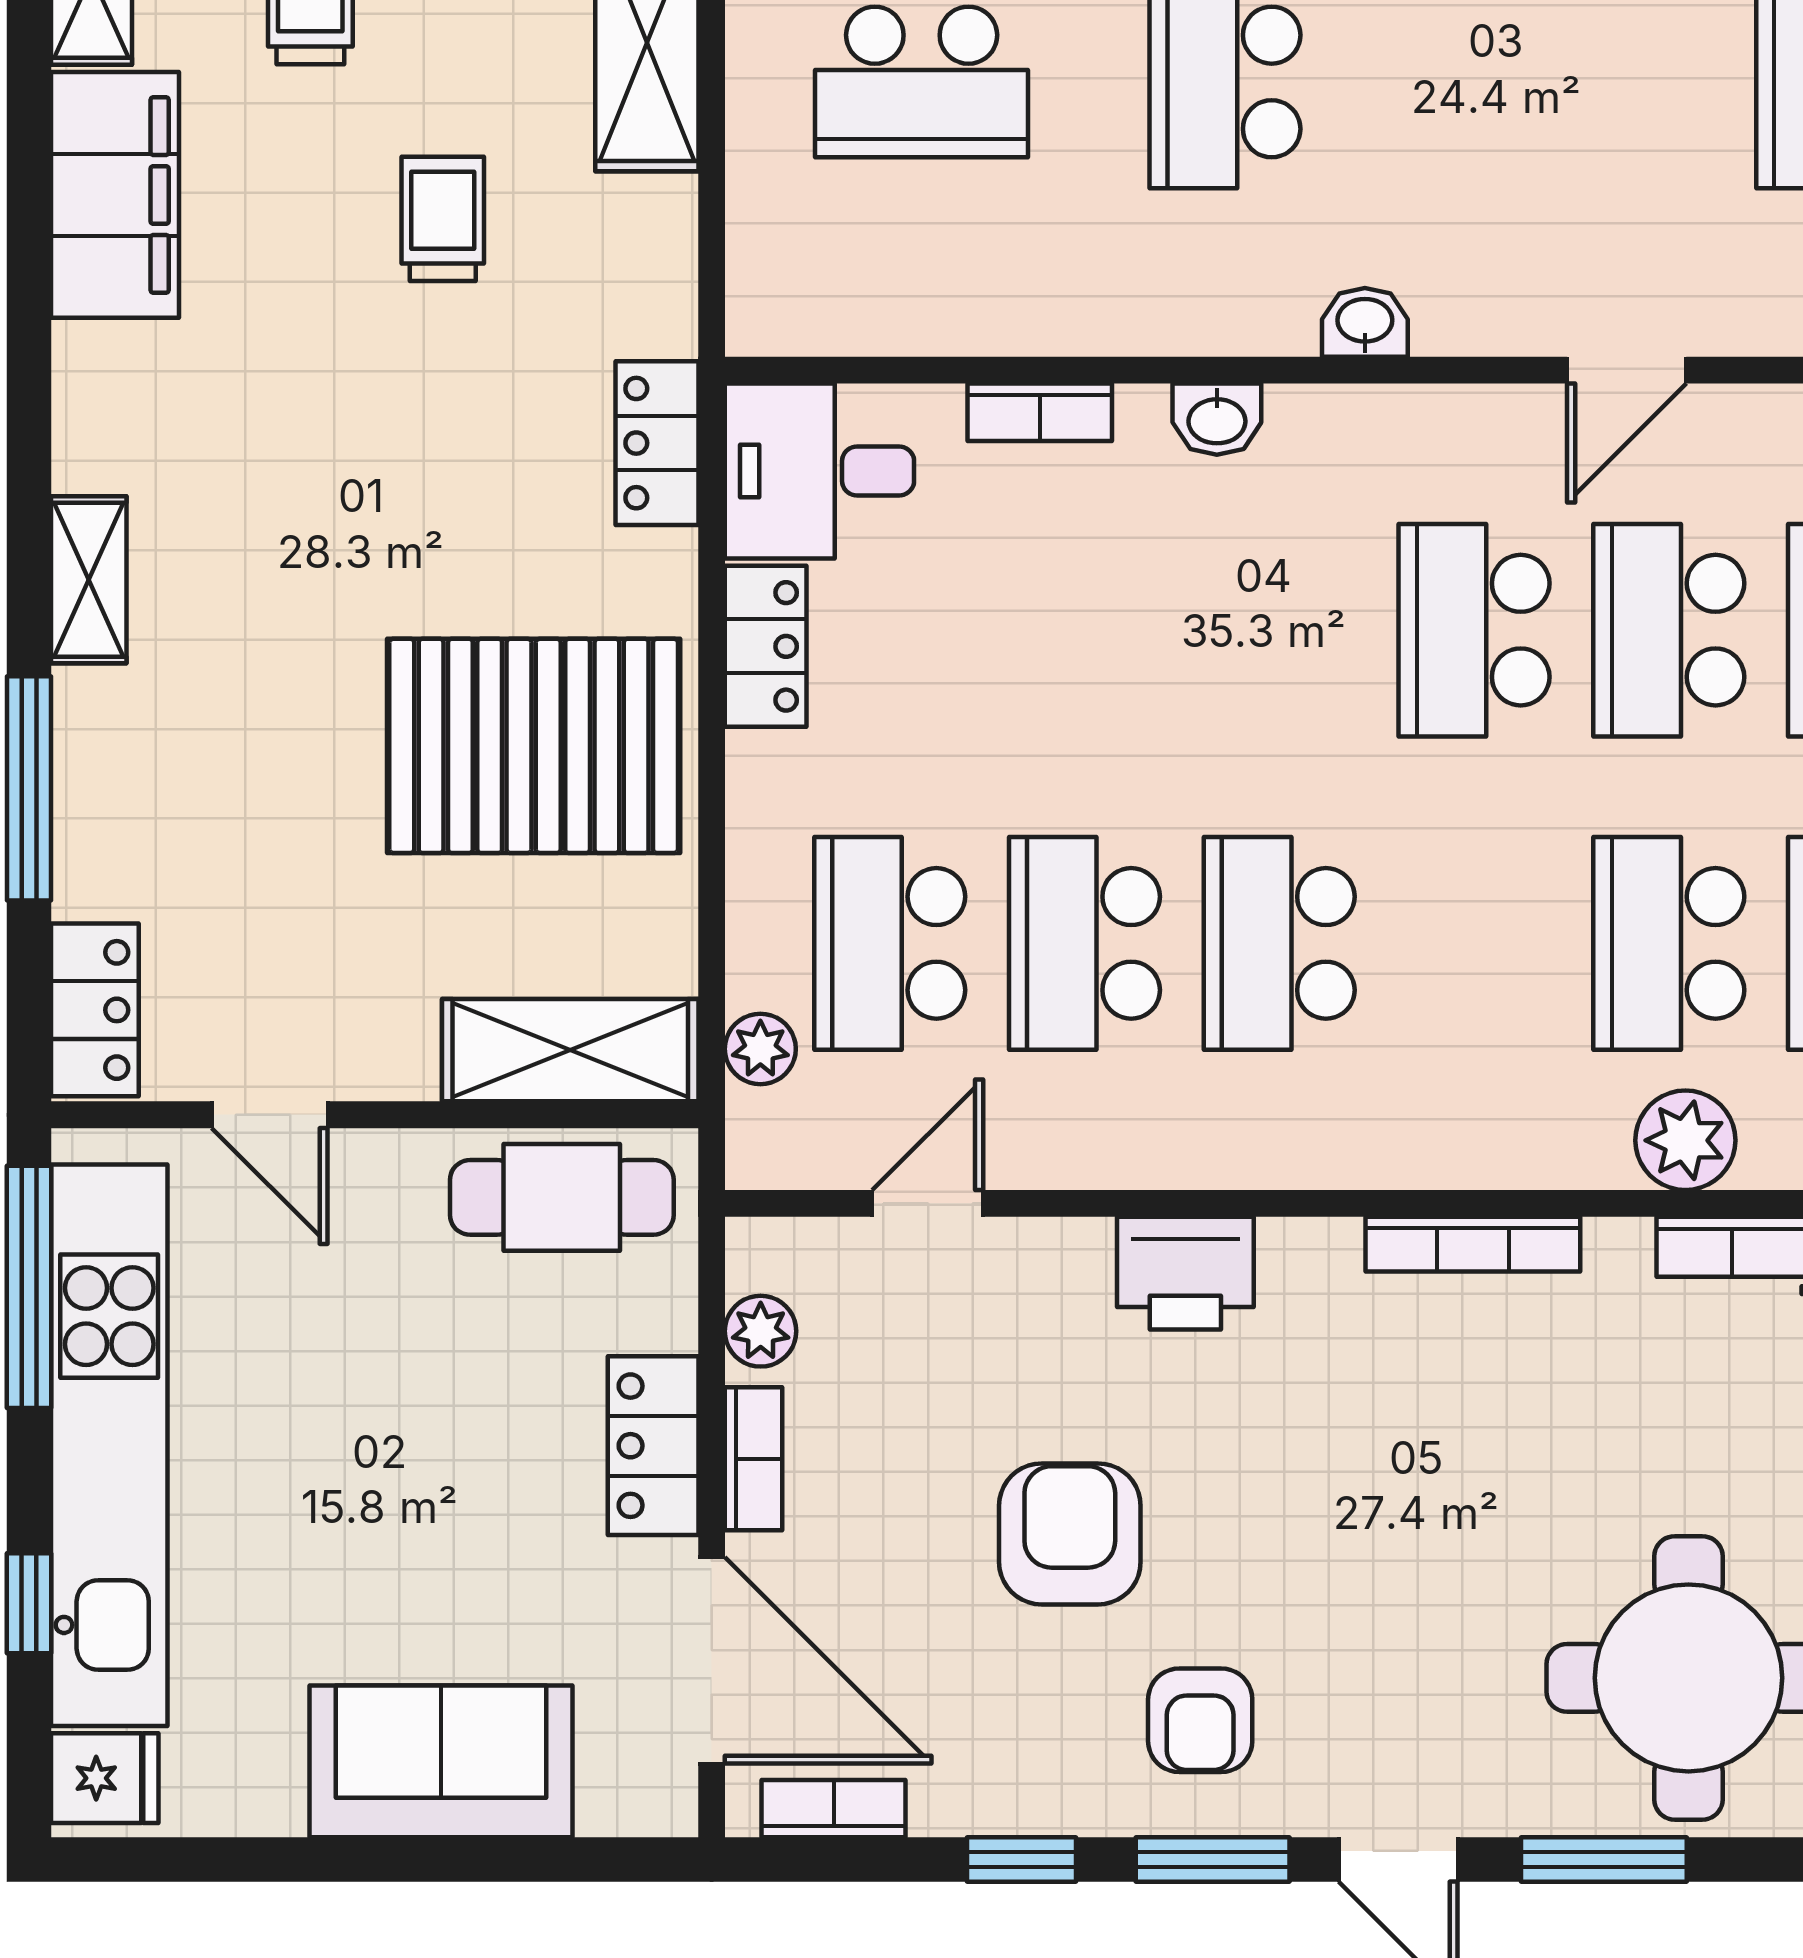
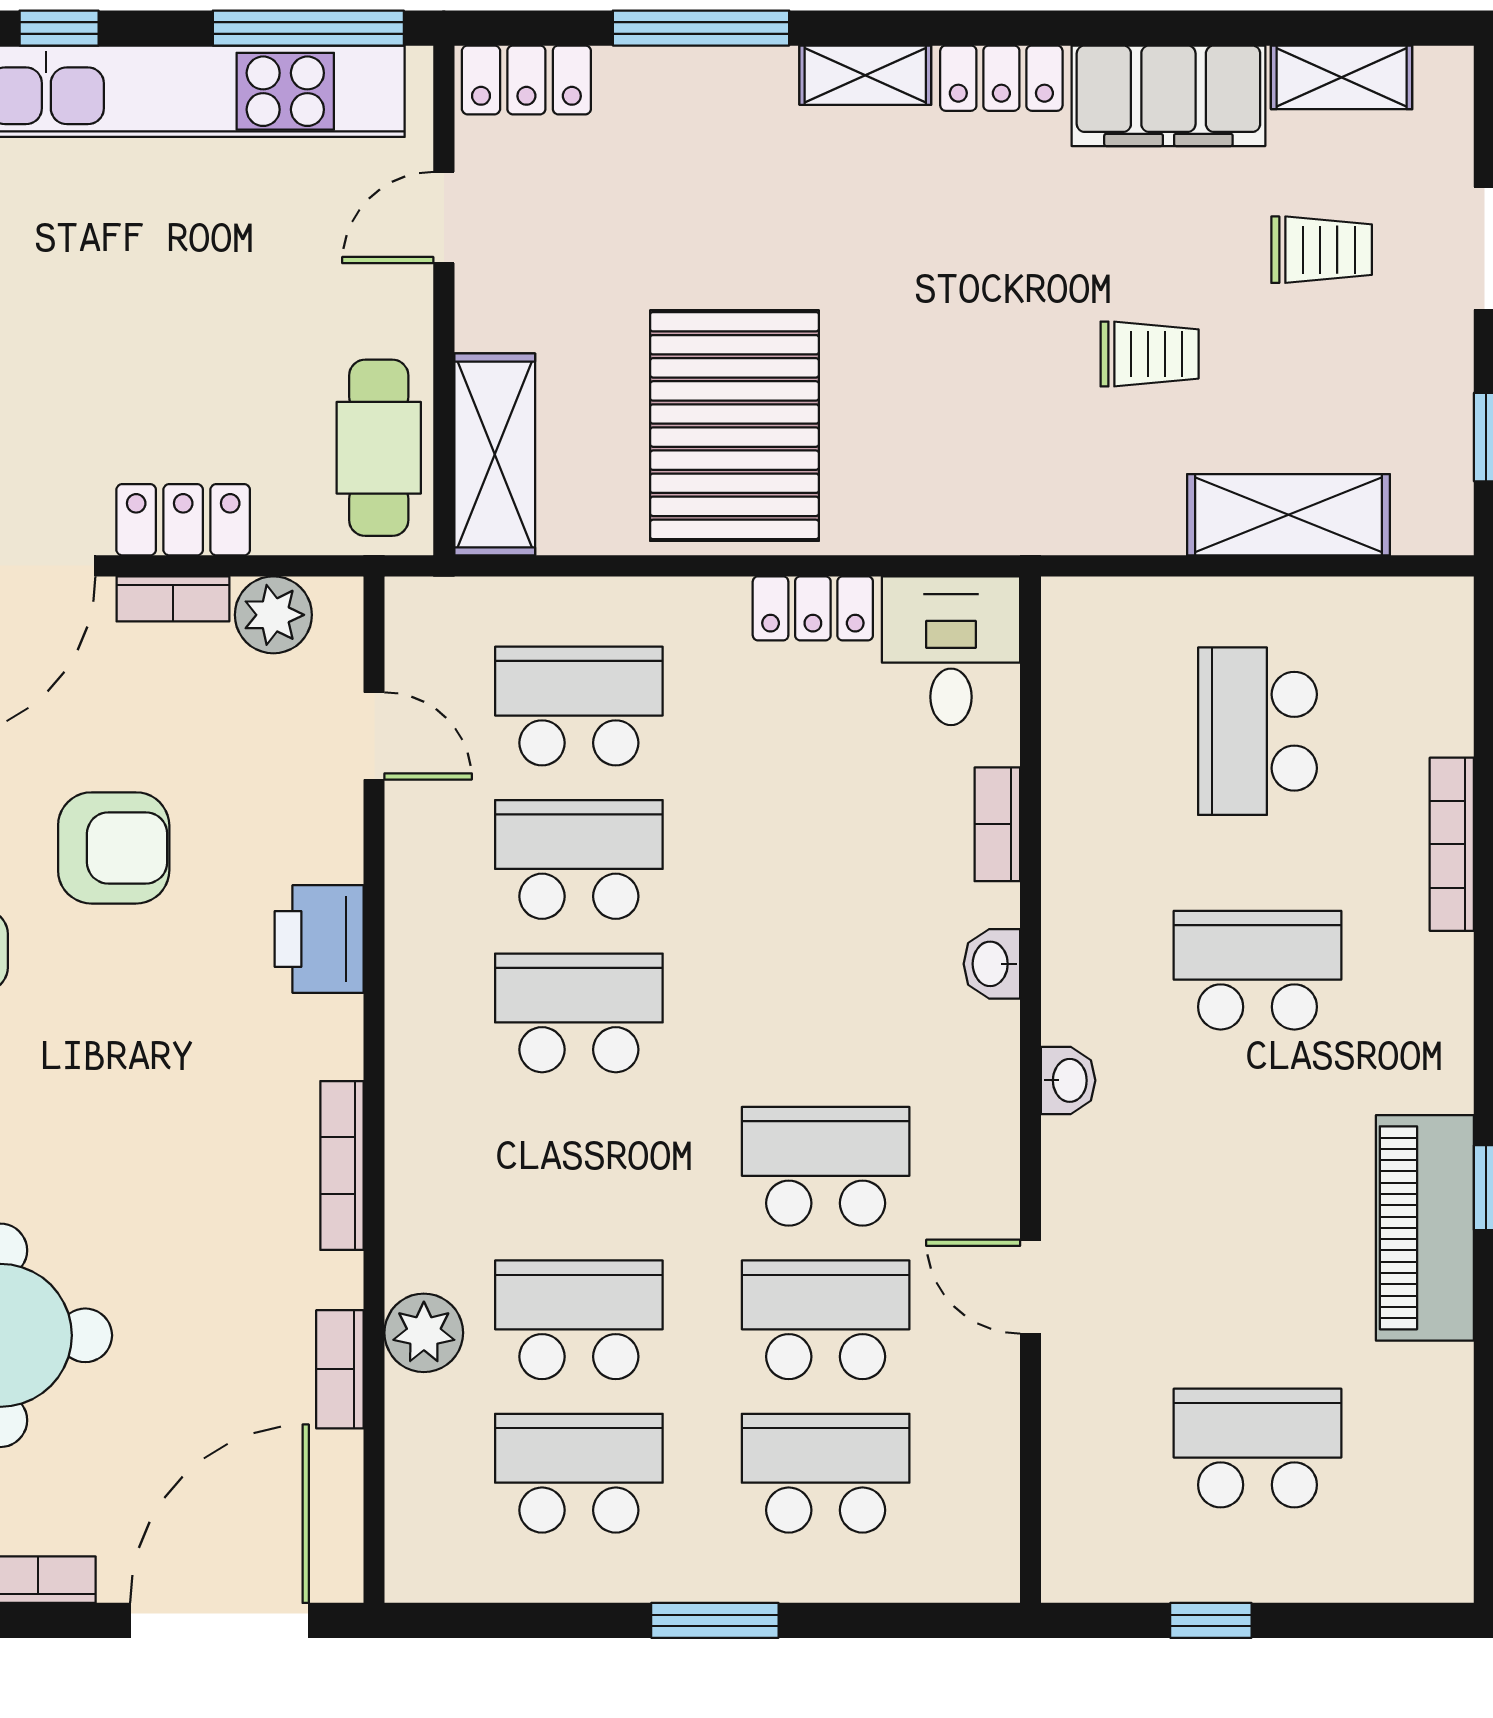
locker: (657, 443) -> (1001, 78), moved, turned 180
plant: (760, 1049) -> (496, 604), removed
plant: (761, 1331) -> (273, 615), width x1.38, depth x1.38

